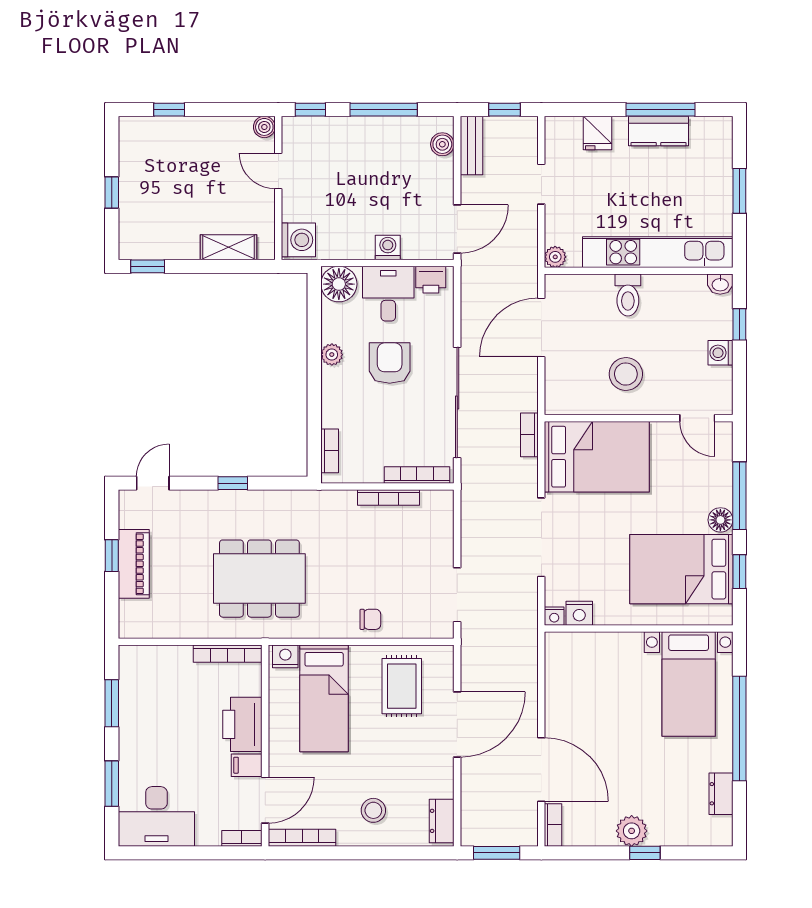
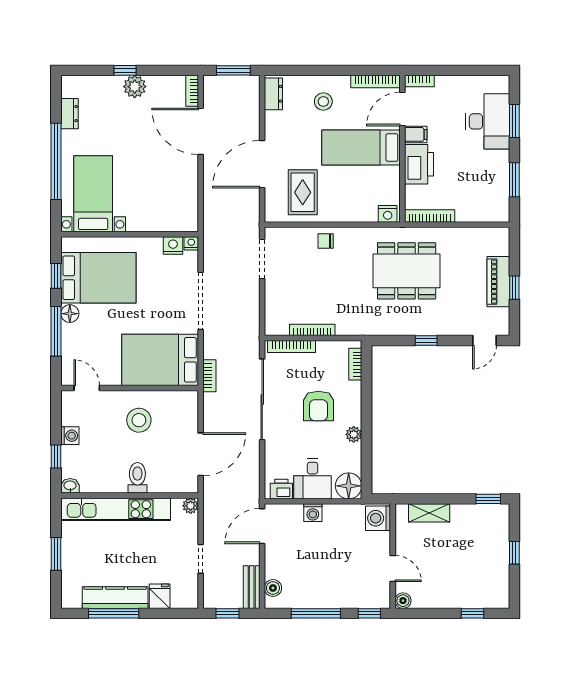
kitchen counter: (659, 131) -> (115, 598), width x1.50
armchair: (390, 363) -> (318, 406), moved
bed: (324, 698) -> (361, 147), moved, turned -90
desk: (156, 816) -> (488, 121), moved, turned 90

